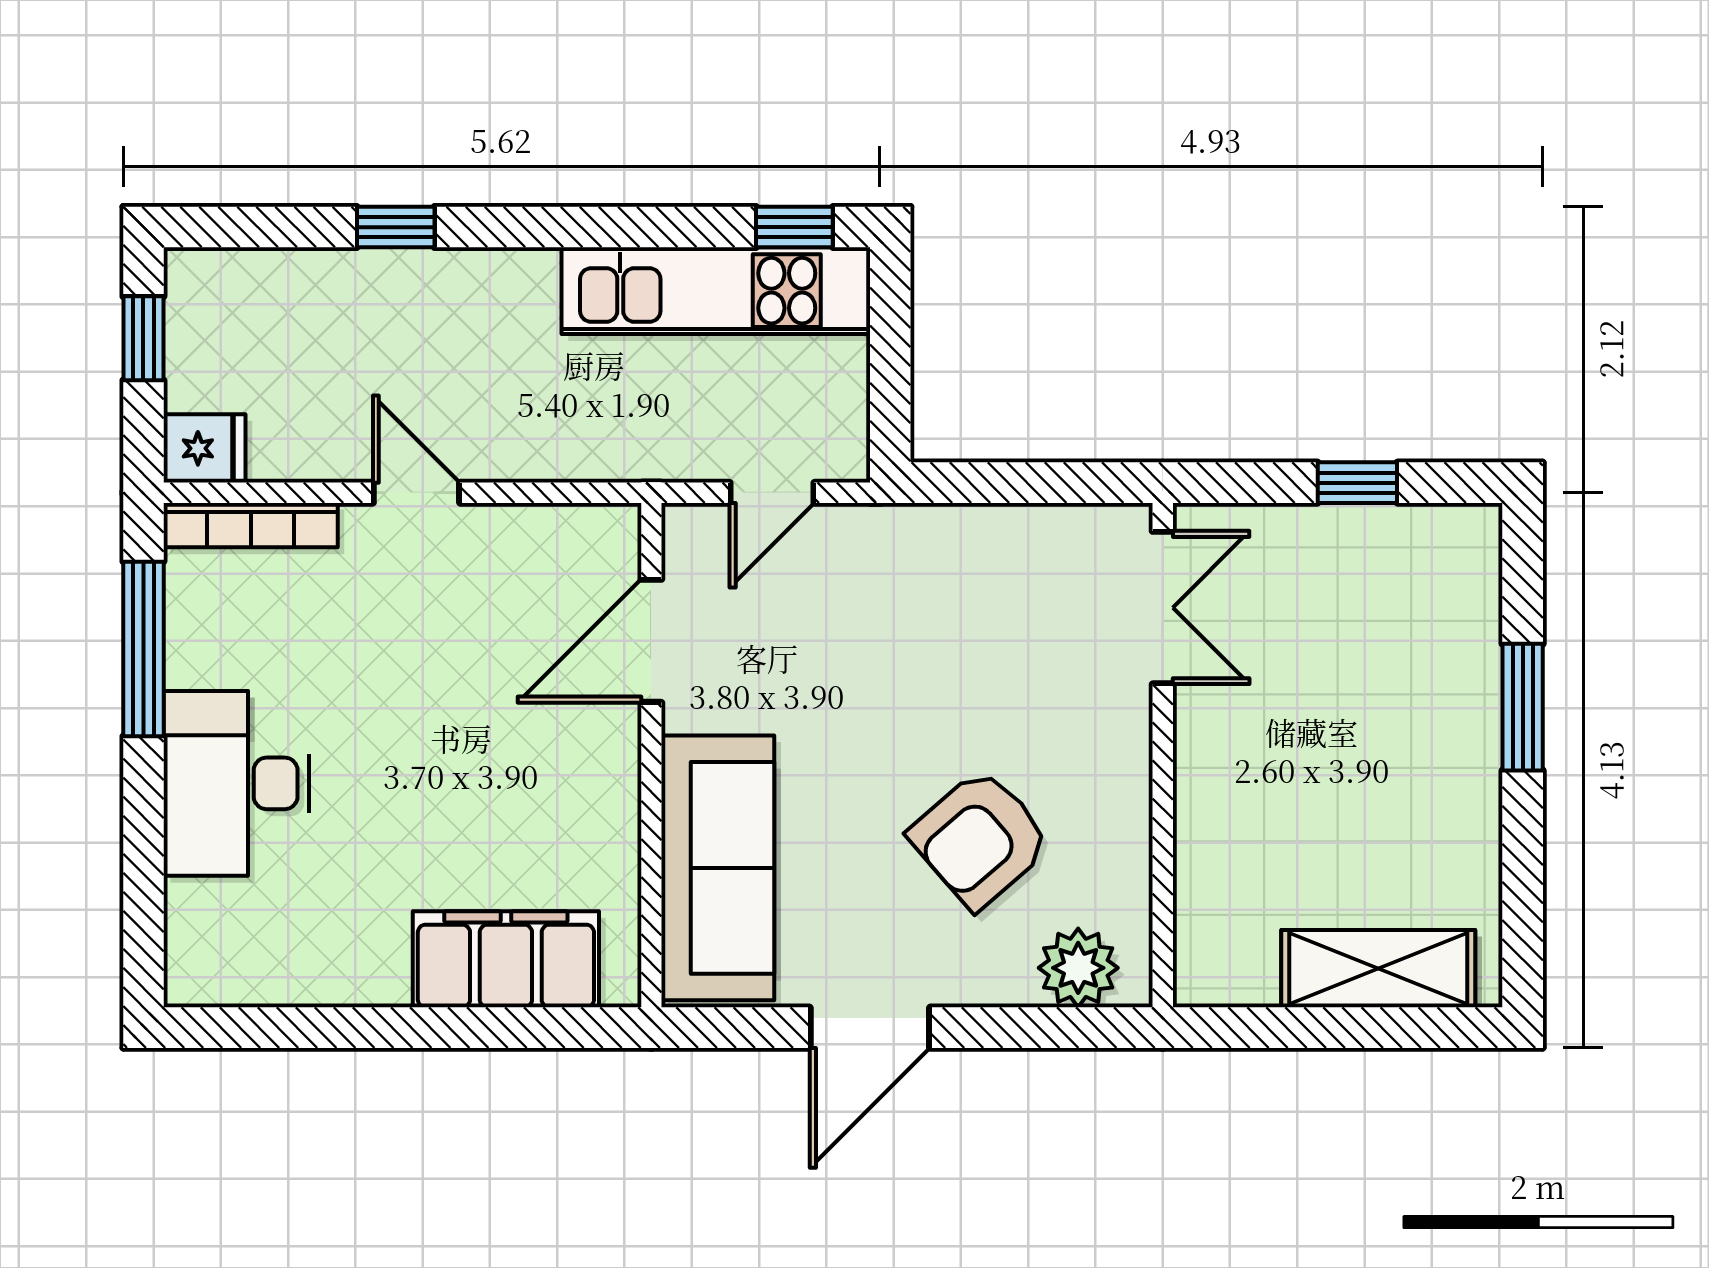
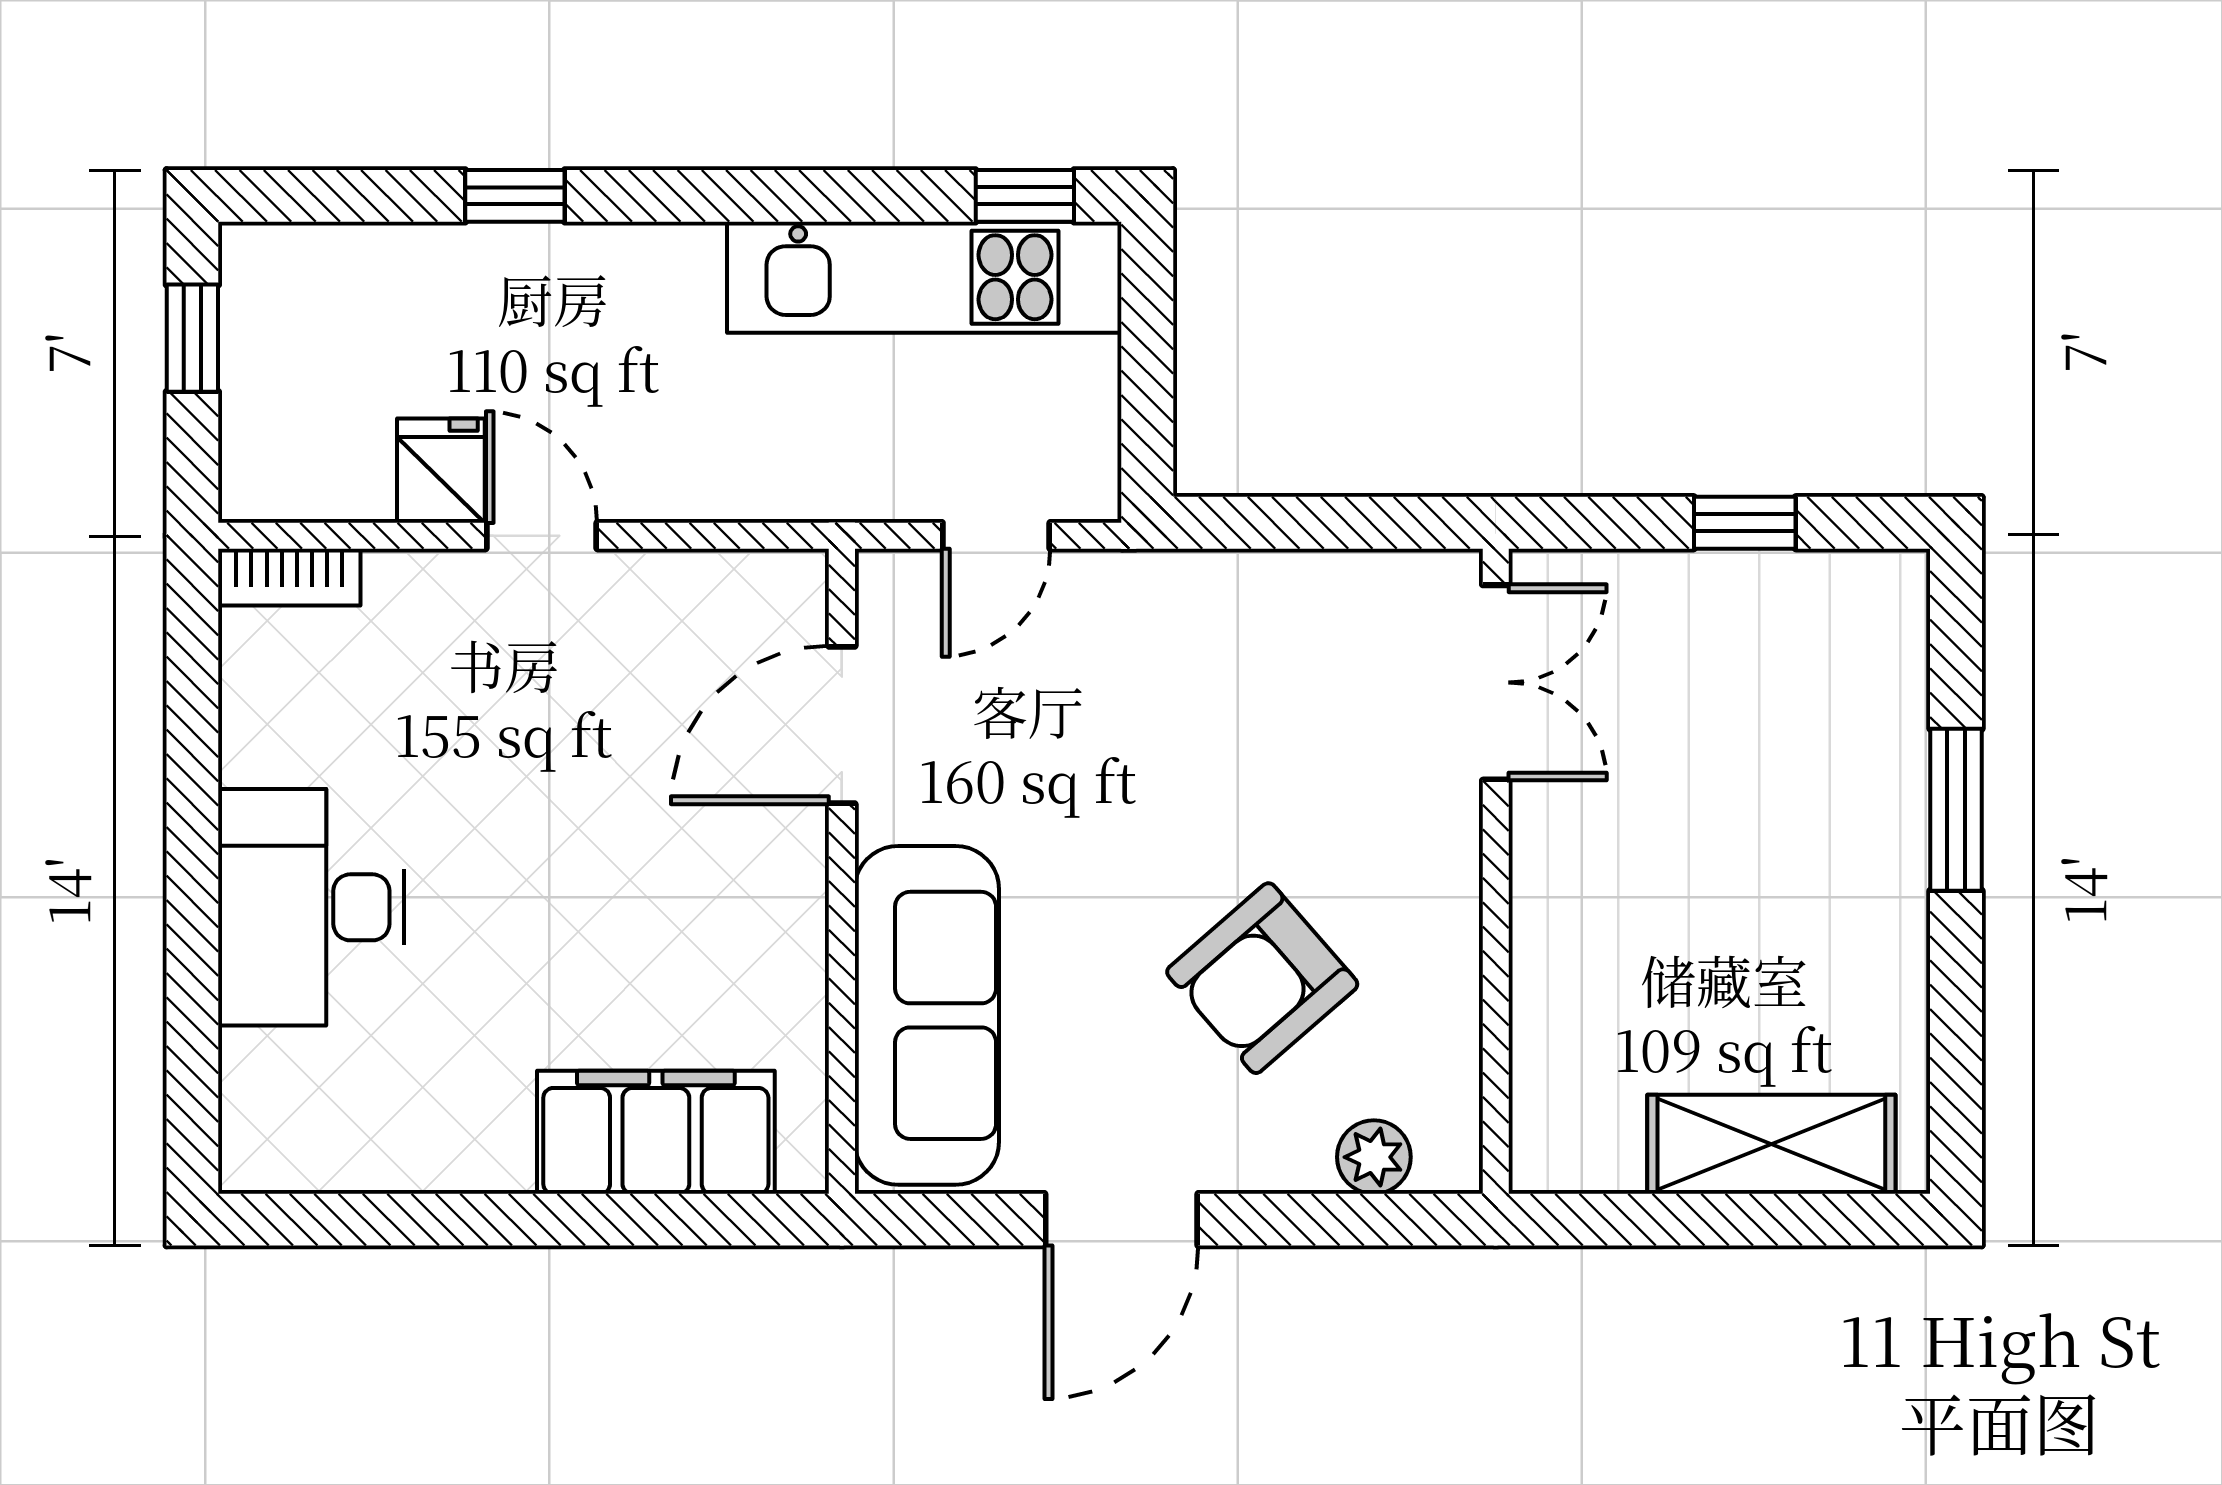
fridge: (204, 448) -> (441, 471), moved, turned -90
bookcase: (251, 525) -> (289, 577), width x0.64
window: (143, 649) -> (192, 735), removed
plant: (1078, 968) -> (1374, 1157), width x0.73, depth x0.73

